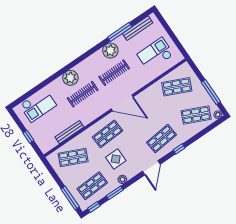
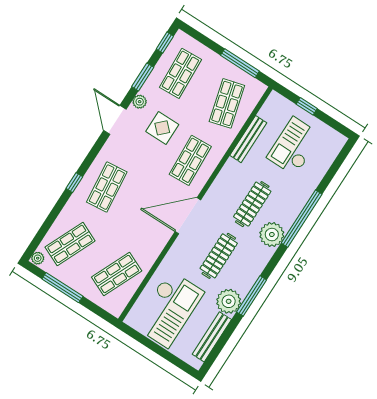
window: (120, 32) -> (252, 296), moved
plant: (110, 51) -> (229, 301), moved
checkout: (155, 54) -> (169, 309), width x1.36, depth x1.21
window: (58, 74) -> (302, 219), added
plant: (70, 78) -> (272, 235), moved
checkout: (38, 105) -> (294, 146), moved
shop shelf: (73, 157) -> (227, 103), turned -39
door: (151, 168) -> (115, 120), moved
window: (70, 198) -> (240, 63), moved

